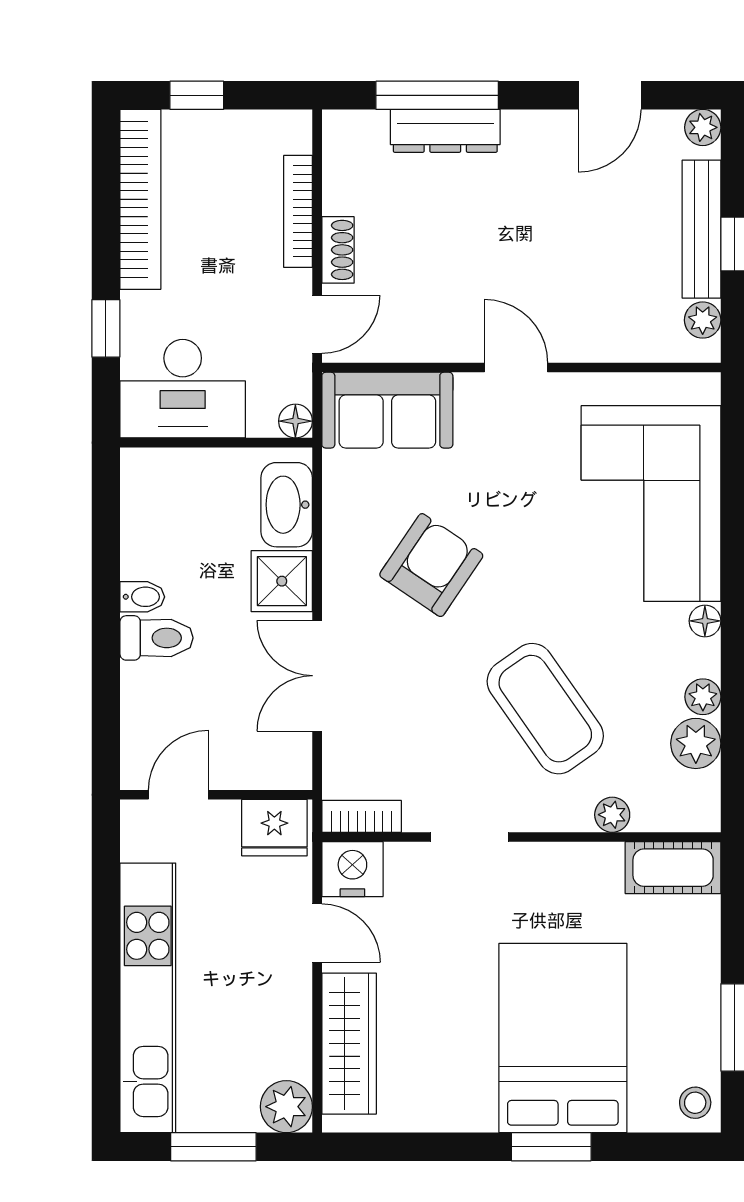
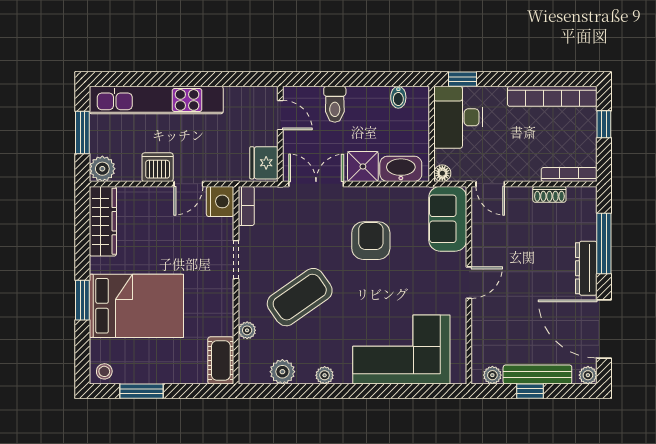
door: (610, 95) -> (604, 329), width x1.88
dresser: (445, 131) -> (586, 268), moved
bookcase: (298, 211) -> (569, 175), moved
shoe rack: (338, 250) -> (549, 194), moved
window: (106, 328) -> (463, 79), moved
armchair: (431, 565) -> (371, 241), turned -124
bidet: (142, 597) -> (398, 97), moved
floor lamp: (705, 621) -> (343, 376), removed
plant: (703, 697) -> (325, 375), moved
door: (178, 795) -> (280, 115), moved
wall: (216, 795) -> (280, 134), moved
fridge: (274, 828) -> (264, 163), moved
dishwasher: (283, 995) -> (158, 167), added
wardrobe: (349, 1044) -> (103, 221), moved, turned -90

